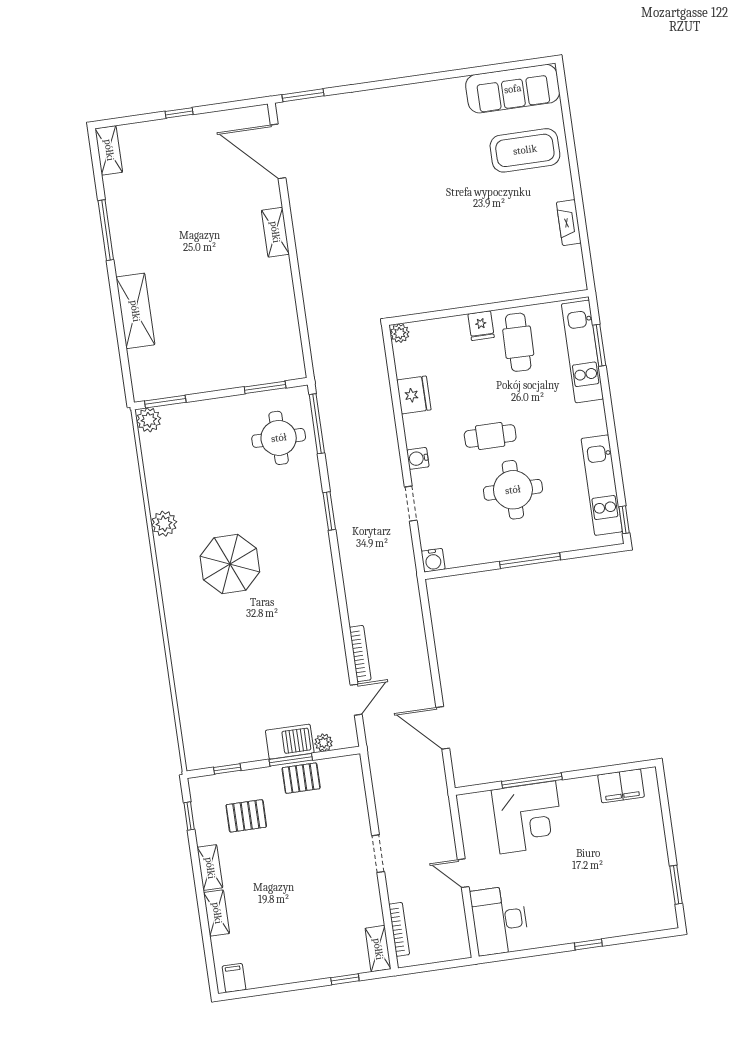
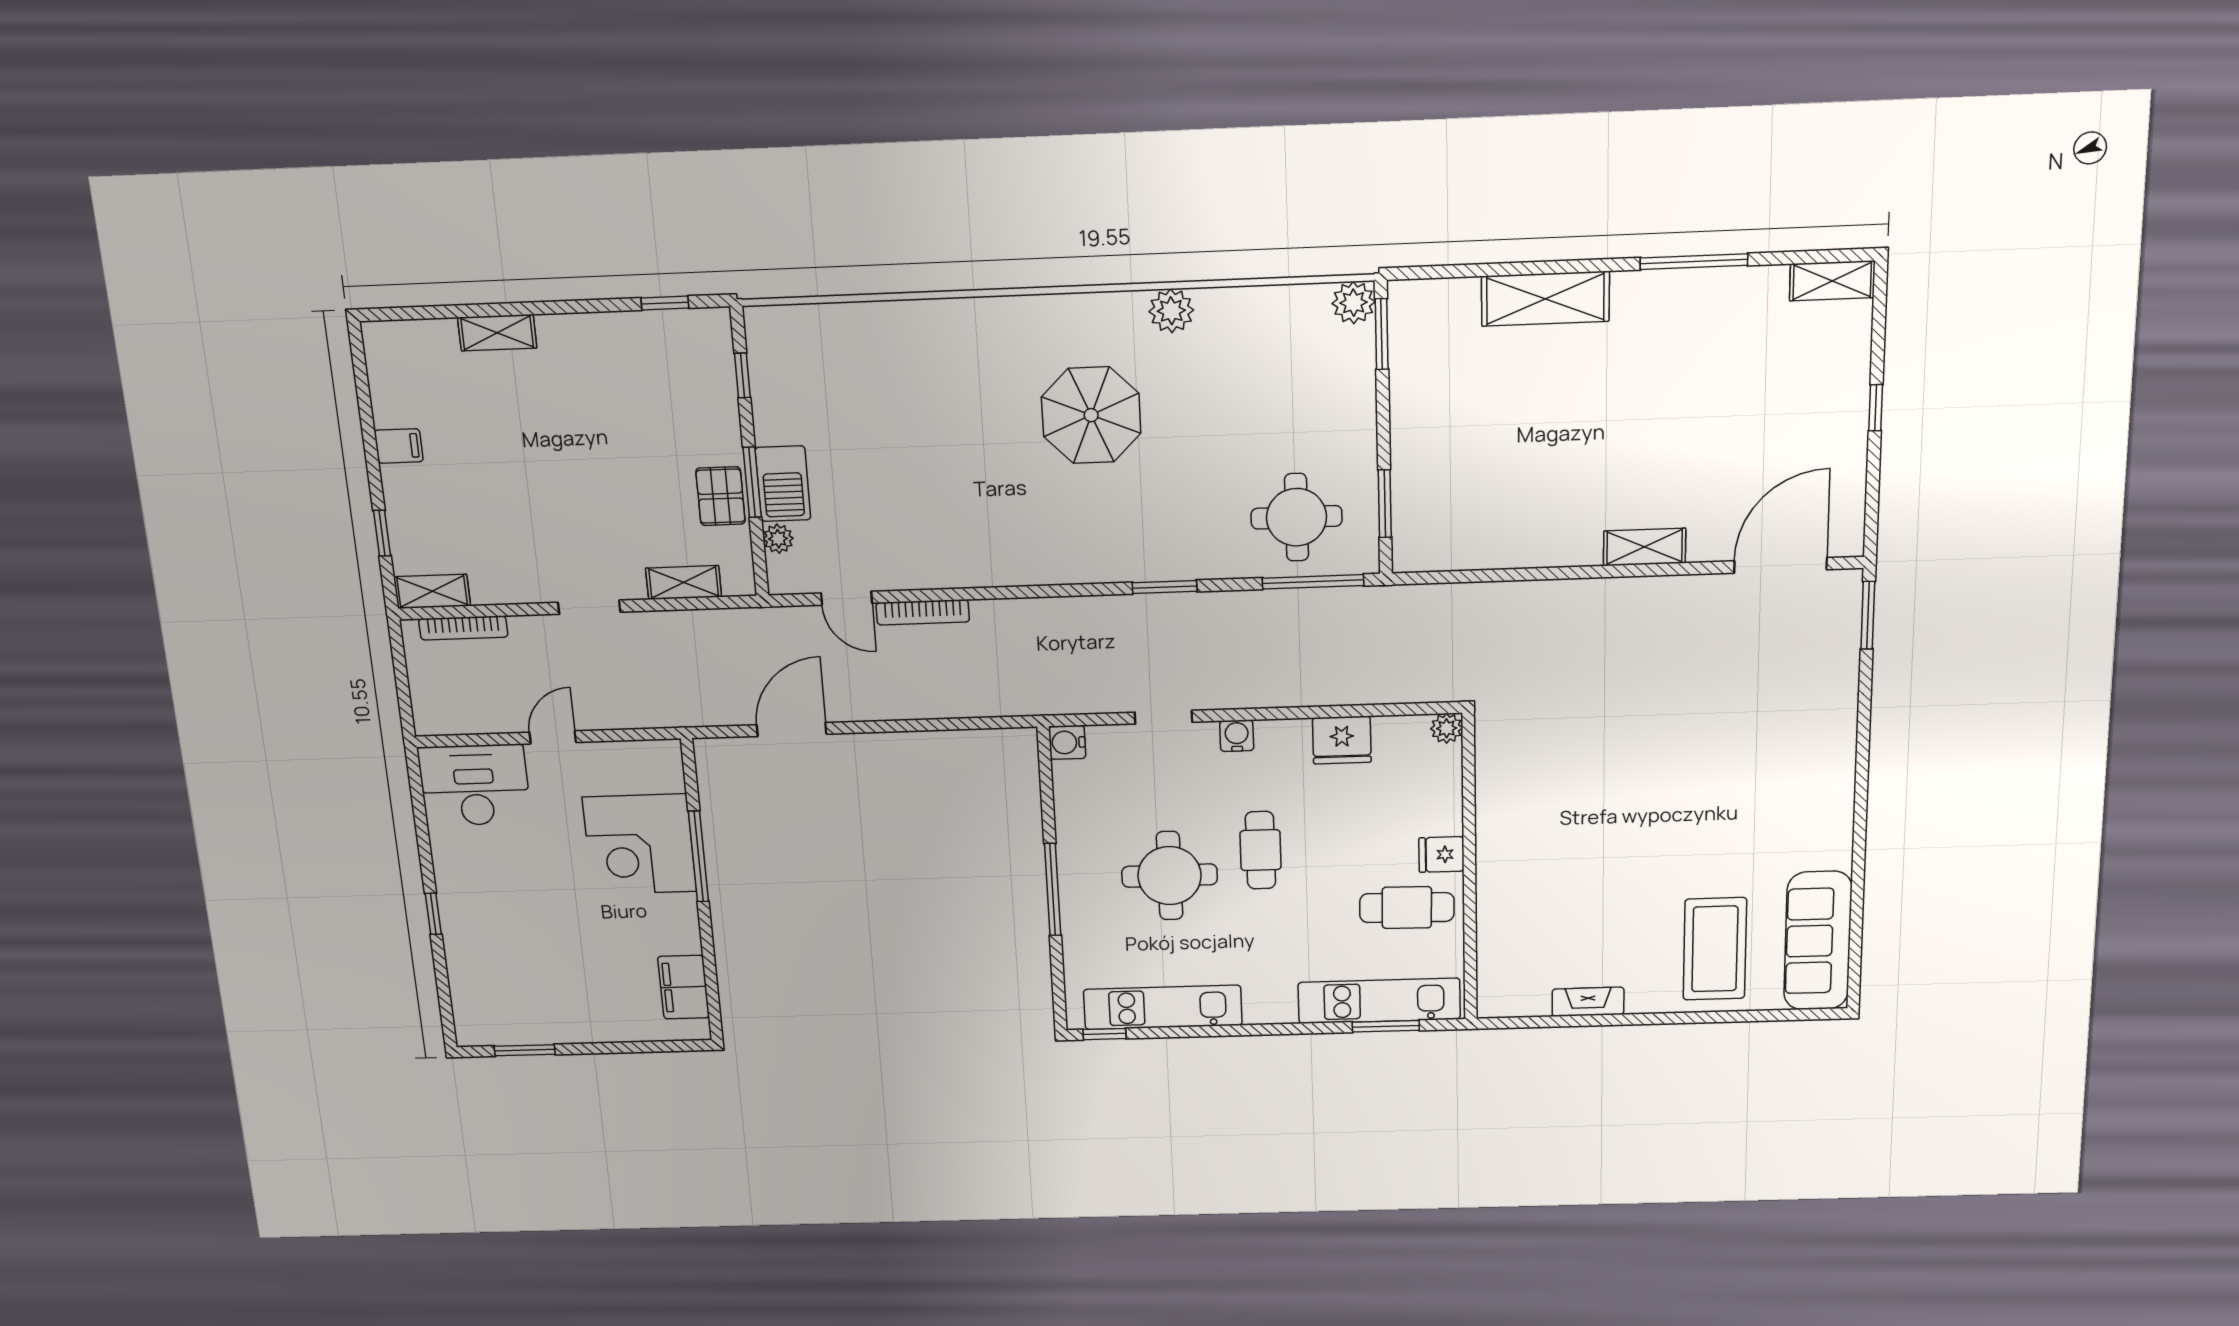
pallet: (246, 816) -> (661, 399), removed
shelving: (210, 868) -> (684, 583), moved
filing cabinet: (234, 978) -> (399, 446), moved

